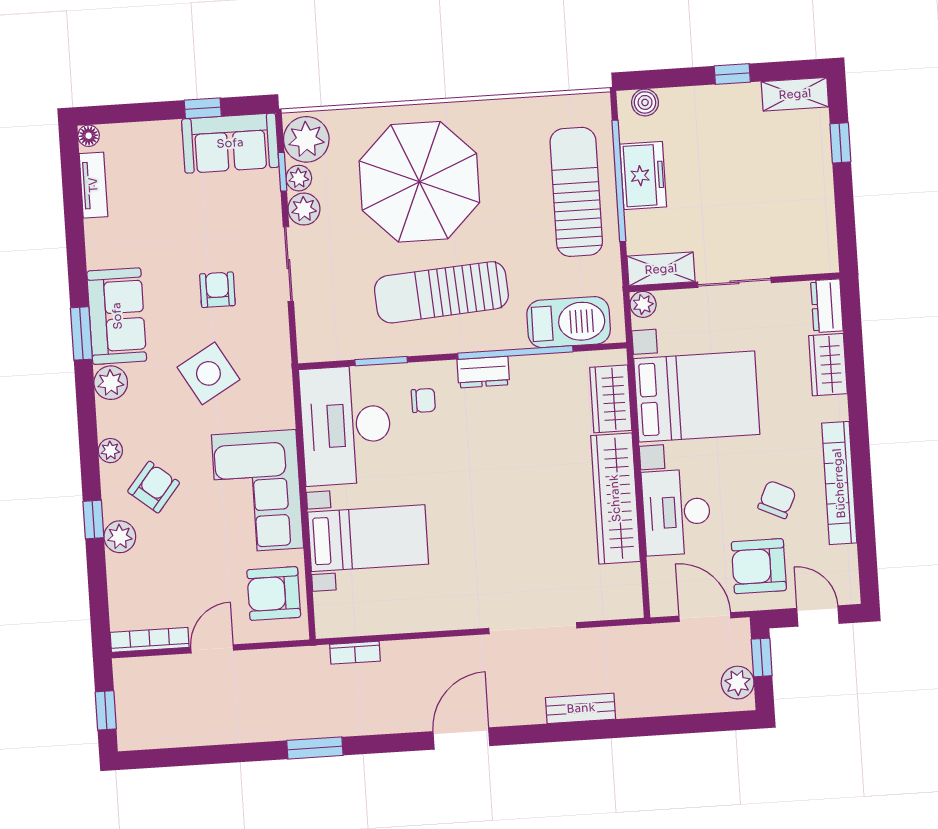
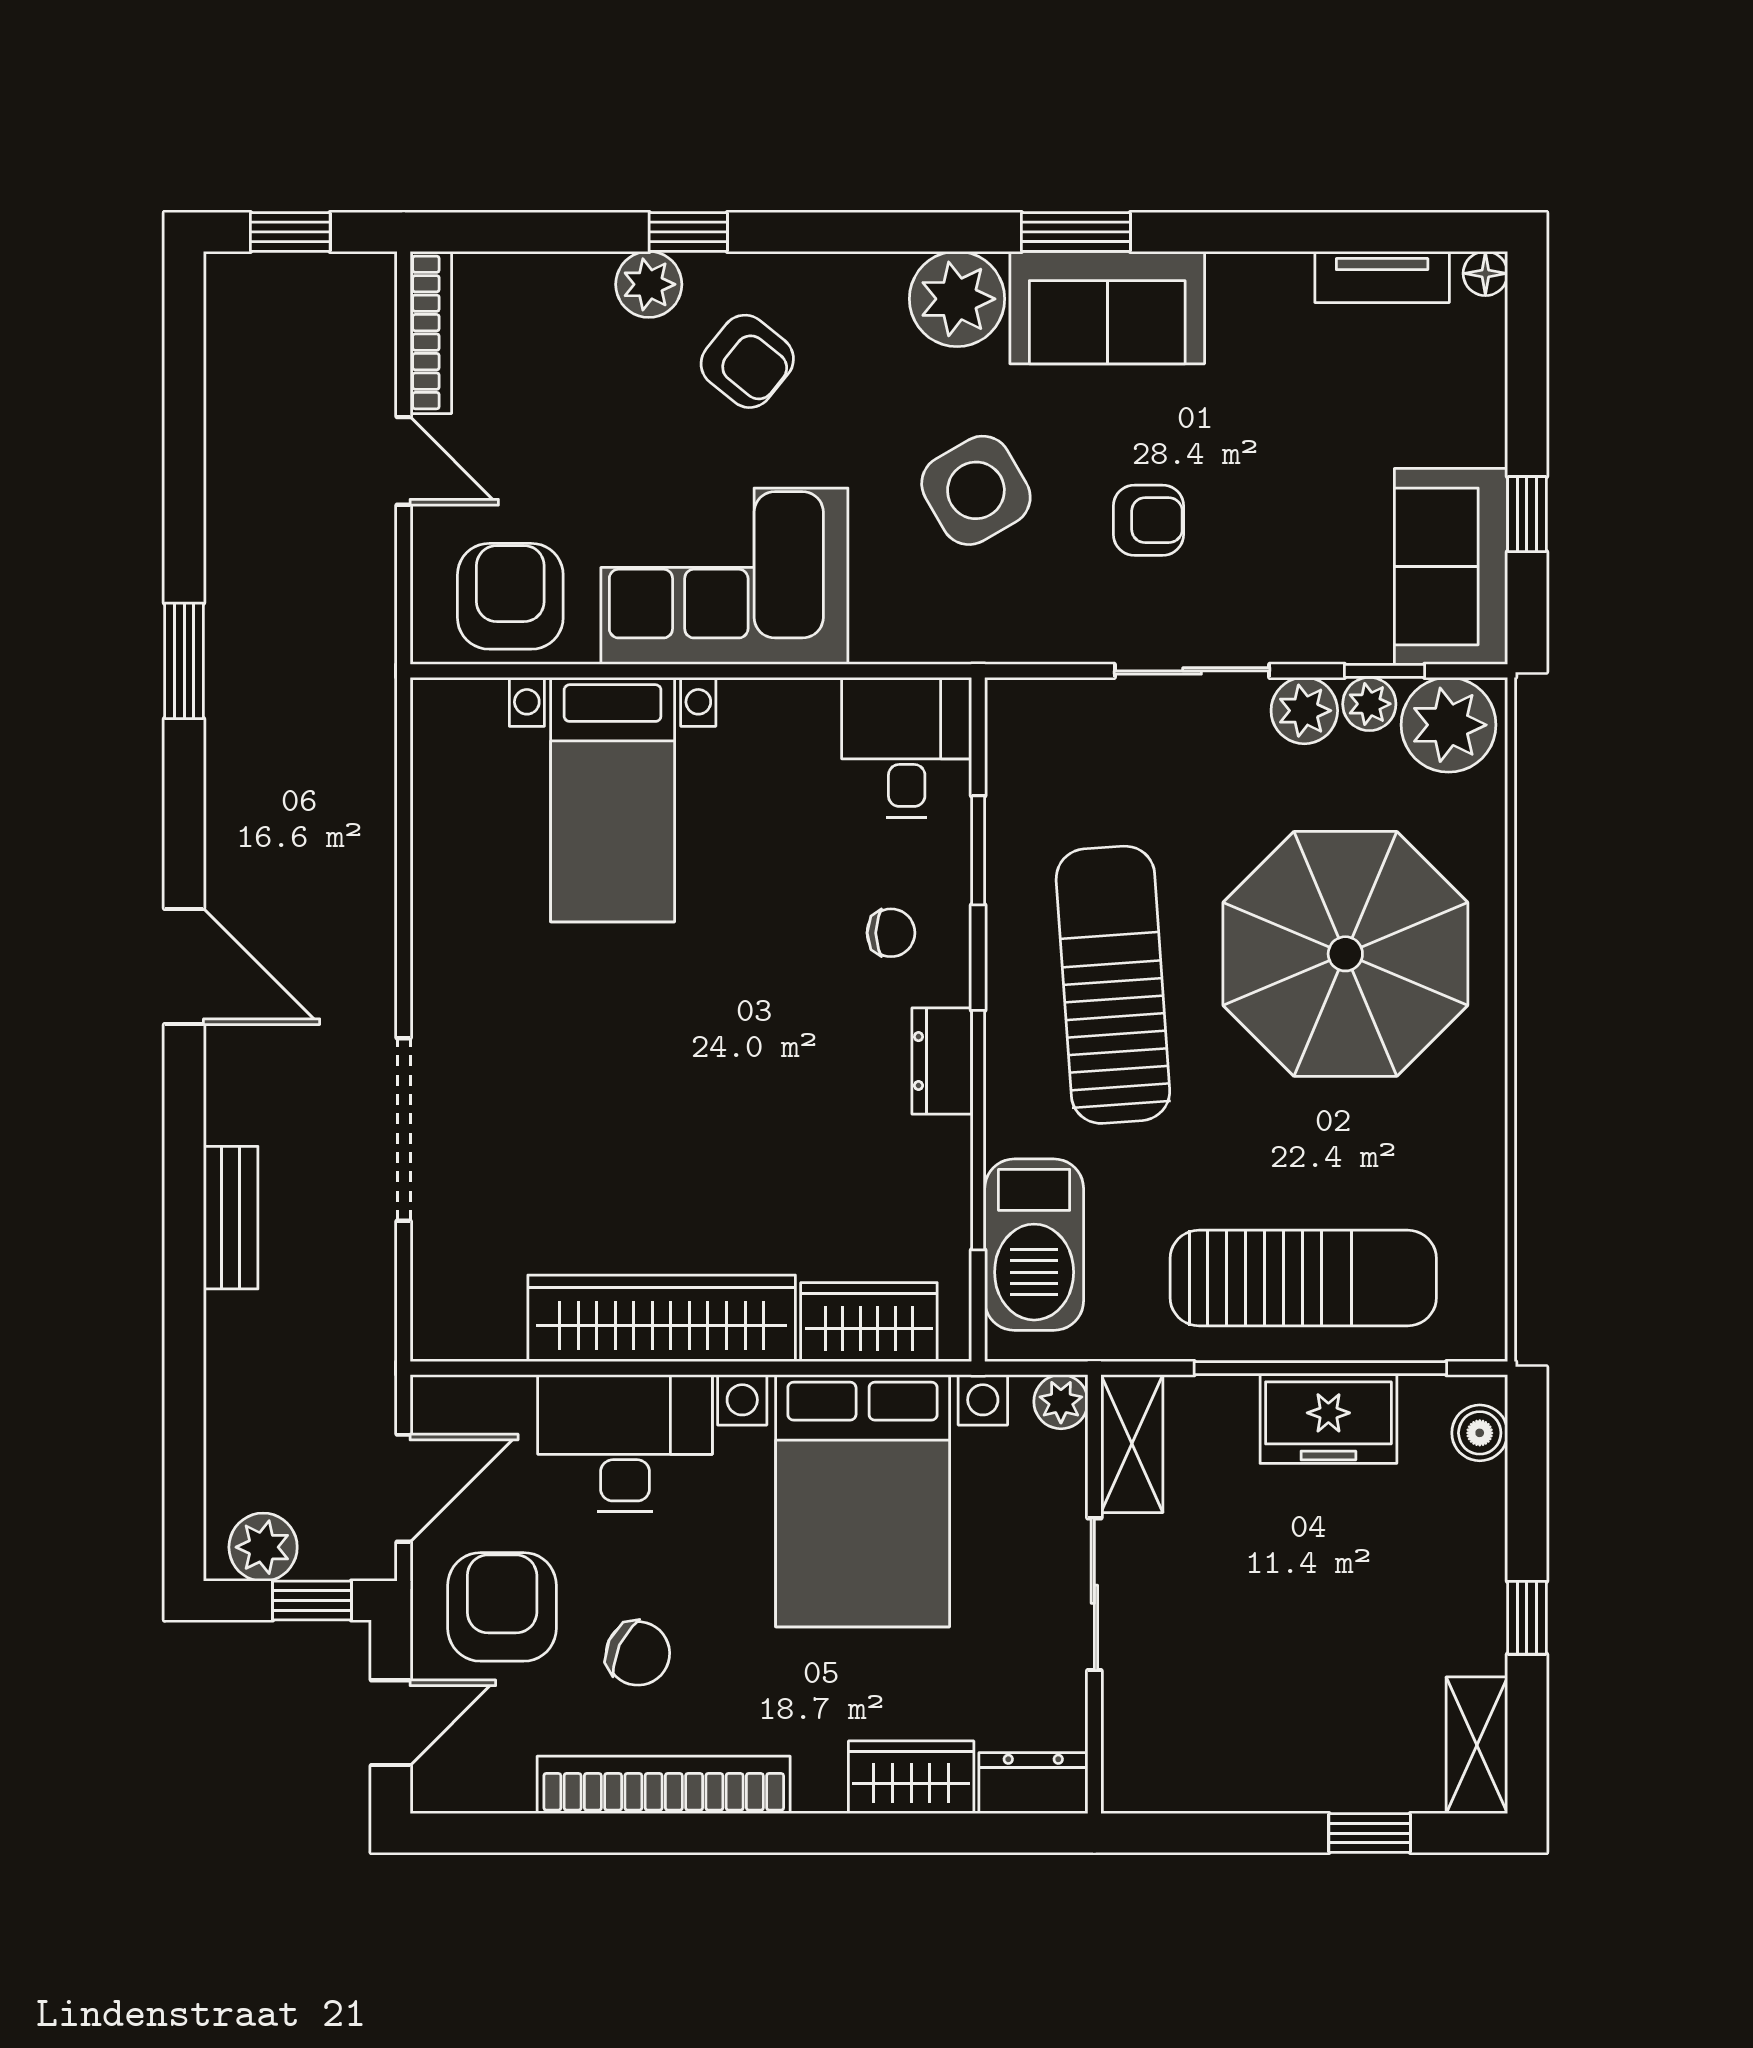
plant: (111, 383) -> (957, 299), width x1.36, depth x1.36
chair: (423, 400) -> (891, 933), turned -90
desk: (346, 425) -> (907, 748), width x0.53, depth x0.77
plant: (110, 451) -> (829, 276), removed
bookcase: (355, 653) -> (376, 757), removed

